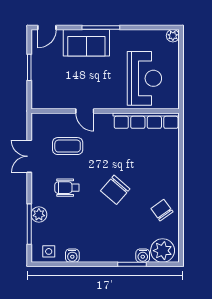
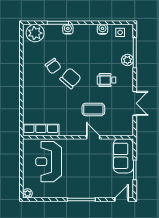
sofa: (86, 43) -> (123, 156), moved, turned -90
row of seats: (146, 121) -> (41, 130), width x0.73
coffee table: (68, 146) -> (93, 109), moved
wheelchair: (67, 188) -> (106, 80), turned 180
chair: (162, 210) -> (53, 66), moved
water cooler: (143, 256) -> (68, 29), moved

